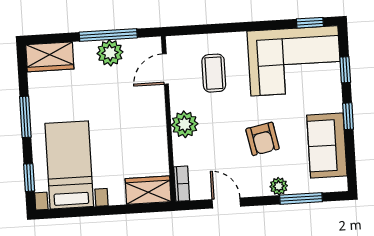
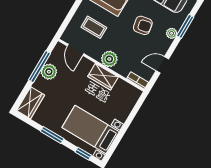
wardrobe: (148, 190) -> (103, 77), moved, turned -90

